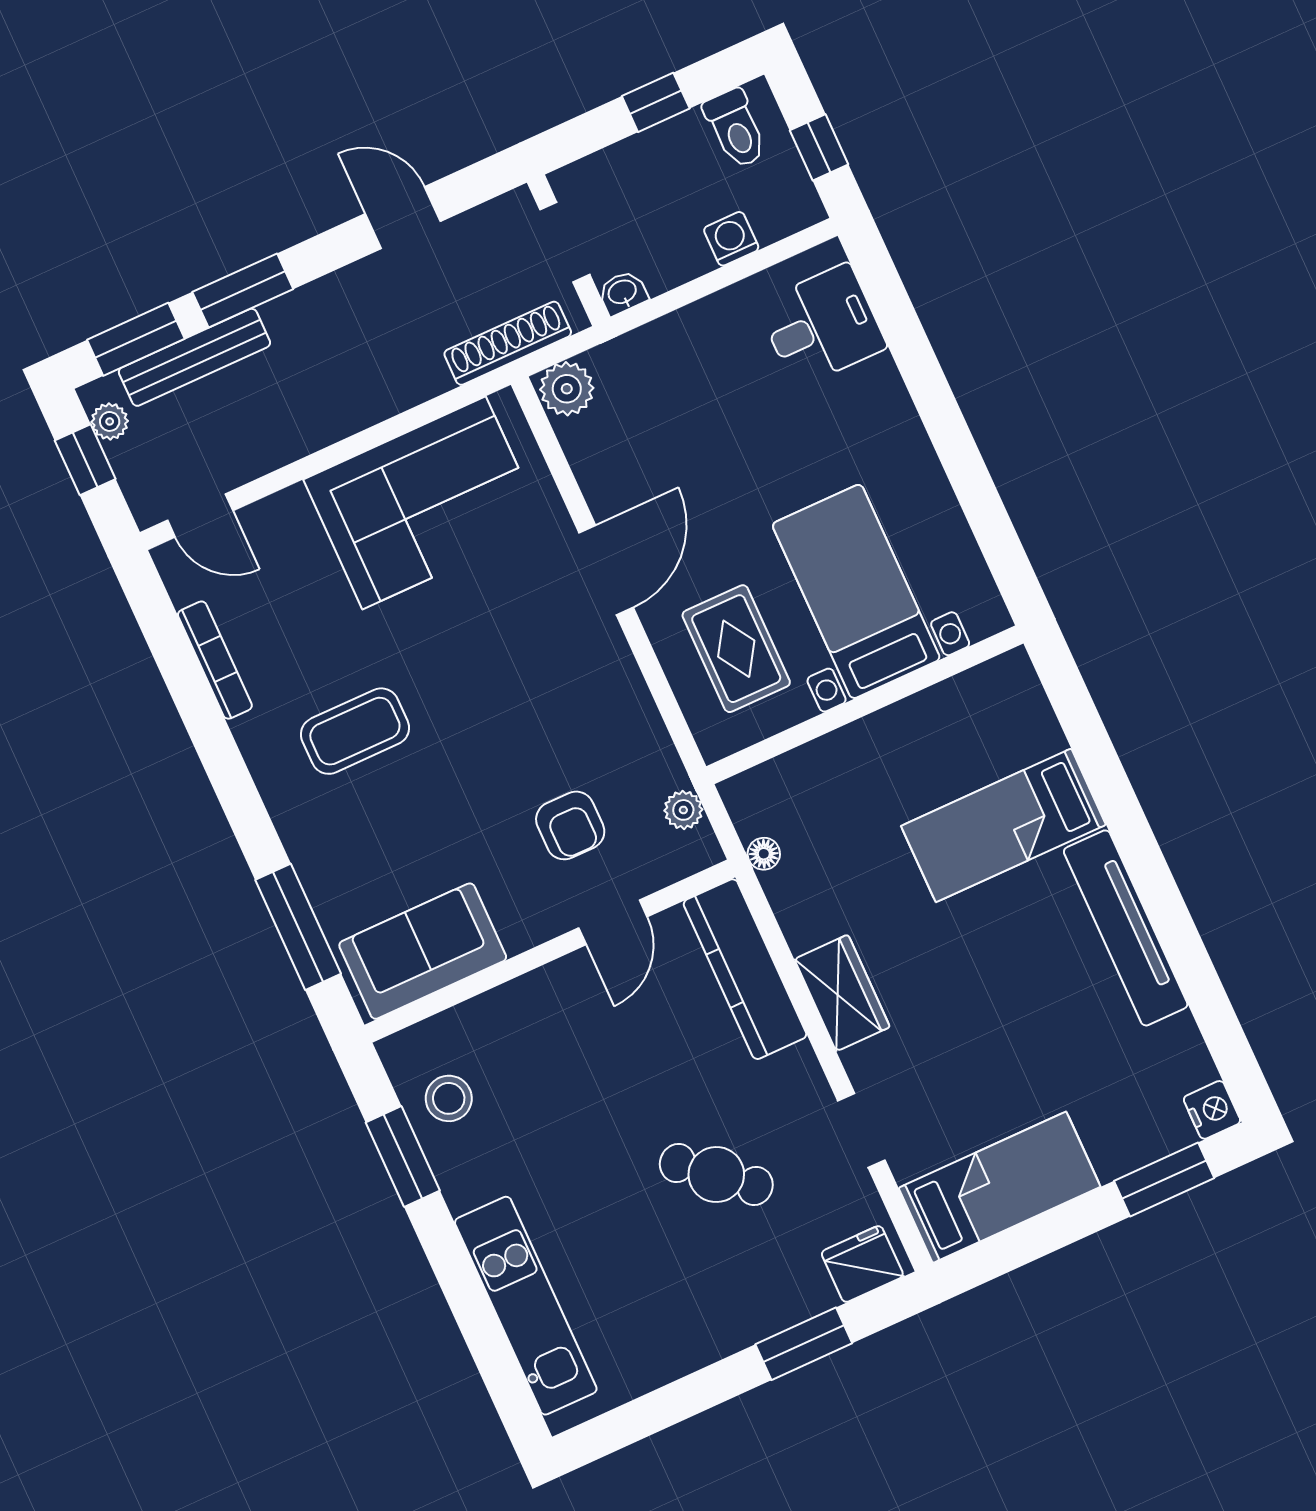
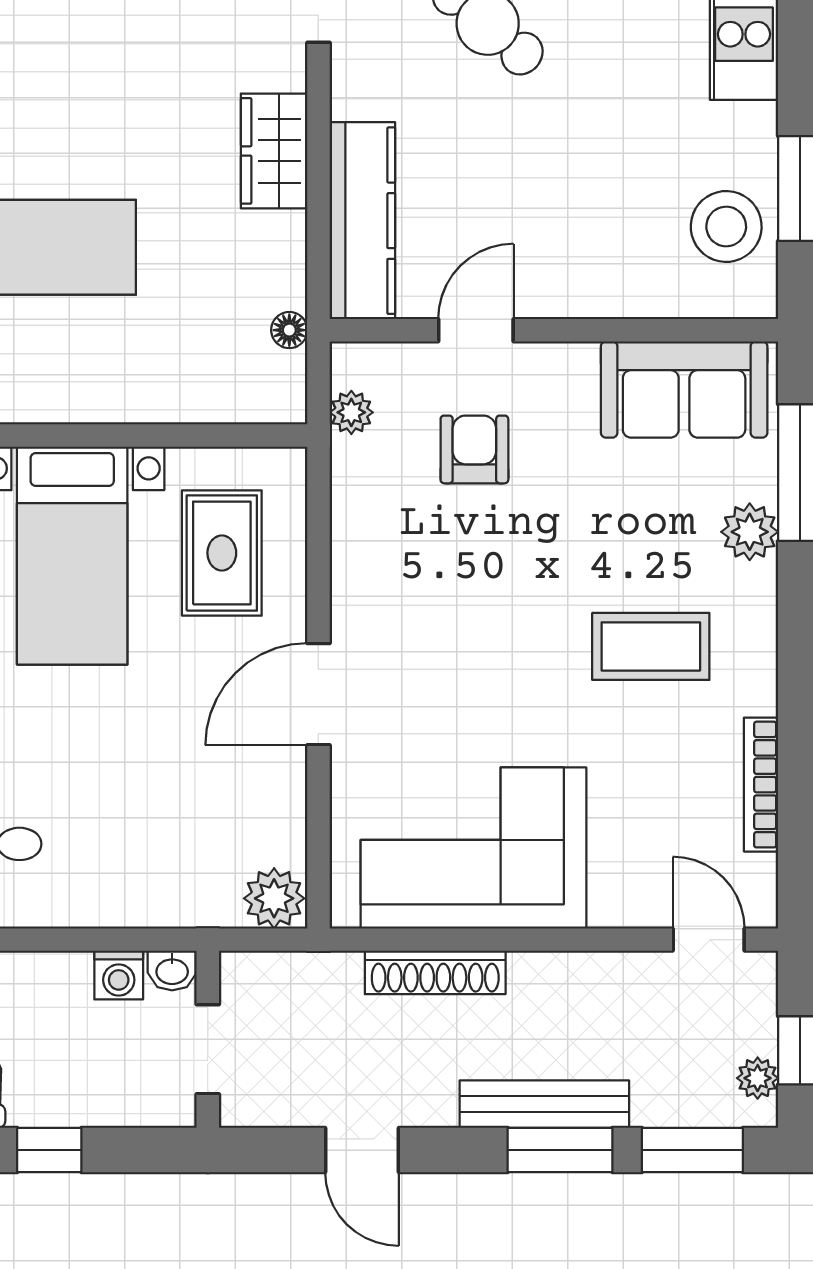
washing machine: (731, 239) -> (119, 975), moved
shoe rack: (508, 343) -> (435, 972), moved
bench: (194, 357) -> (544, 1104), moved
plant: (317, 860) -> (750, 532), added
stool: (449, 1098) -> (726, 227), width x1.38, depth x1.38

